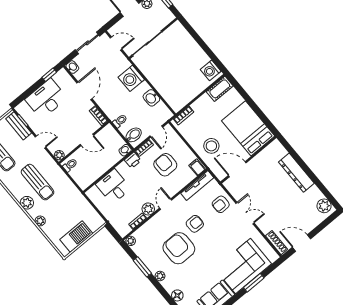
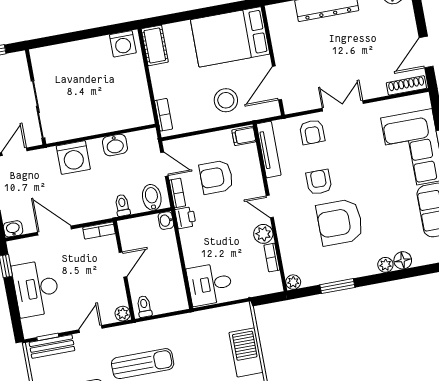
desk: (113, 186) -> (210, 284), moved
plant: (160, 276) -> (385, 265), moved

